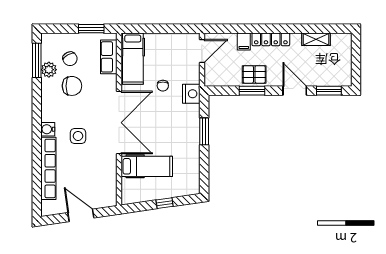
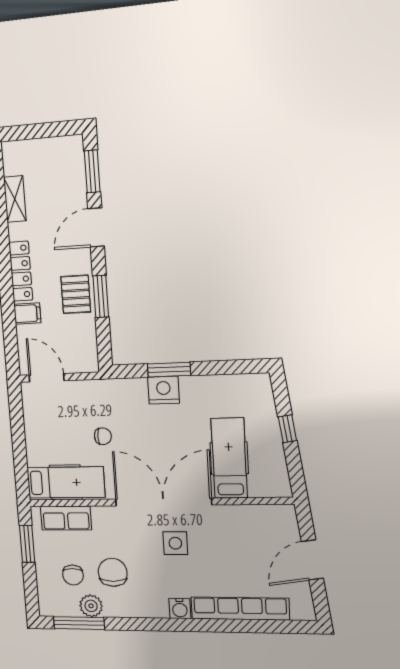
chair: (70, 59) -> (73, 575), turned 118
nightstand: (191, 94) -> (163, 390), moved
side table: (78, 136) -> (175, 543), moved

